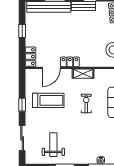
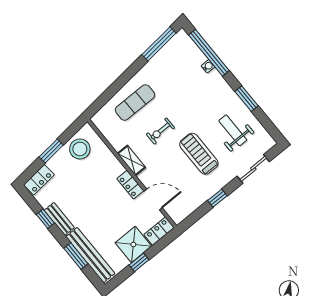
shower: (35, 36) -> (133, 244), added
treadmill: (48, 100) -> (199, 154), moved
weight bench: (53, 145) -> (233, 130), turned 90

